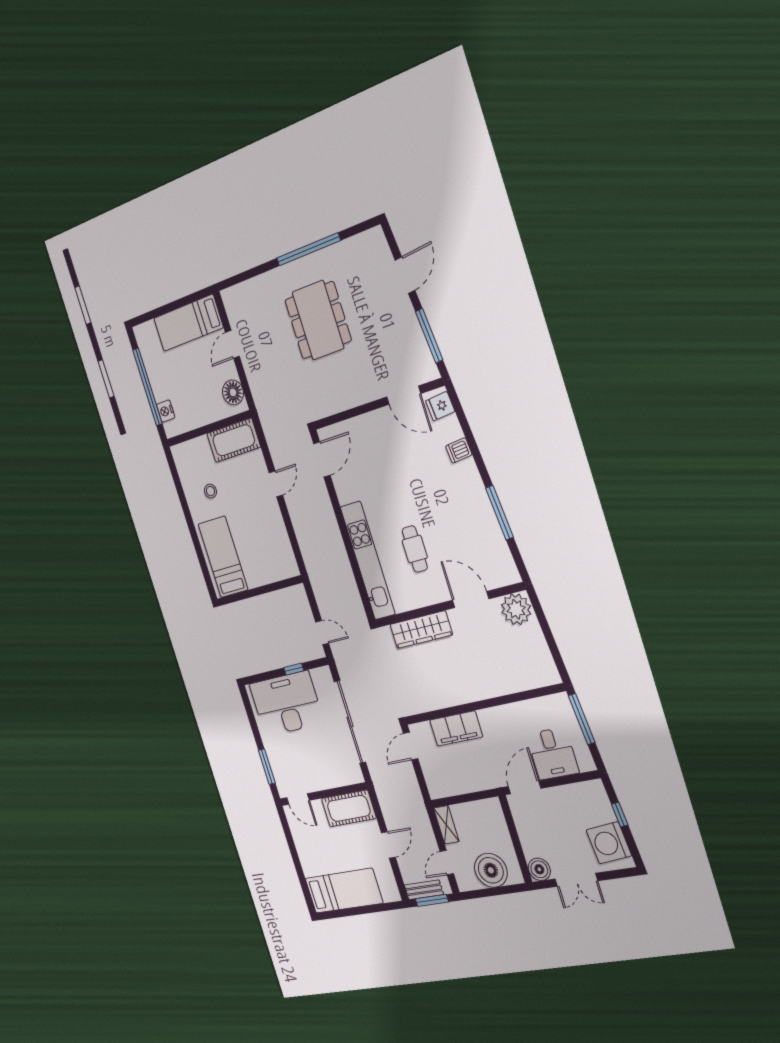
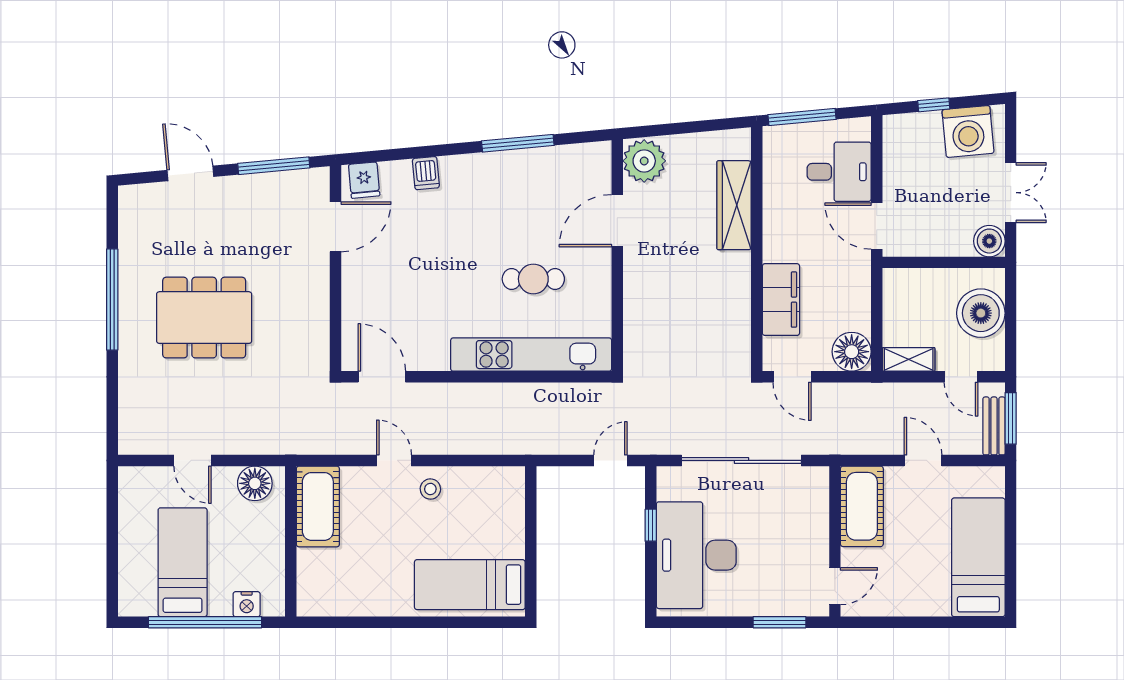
bed: (188, 323) -> (183, 562), moved, turned 180
stool: (211, 491) -> (430, 489), moved
wardrobe: (421, 630) -> (734, 205), moved, turned 180
floor lamp: (439, 784) -> (852, 352), added

